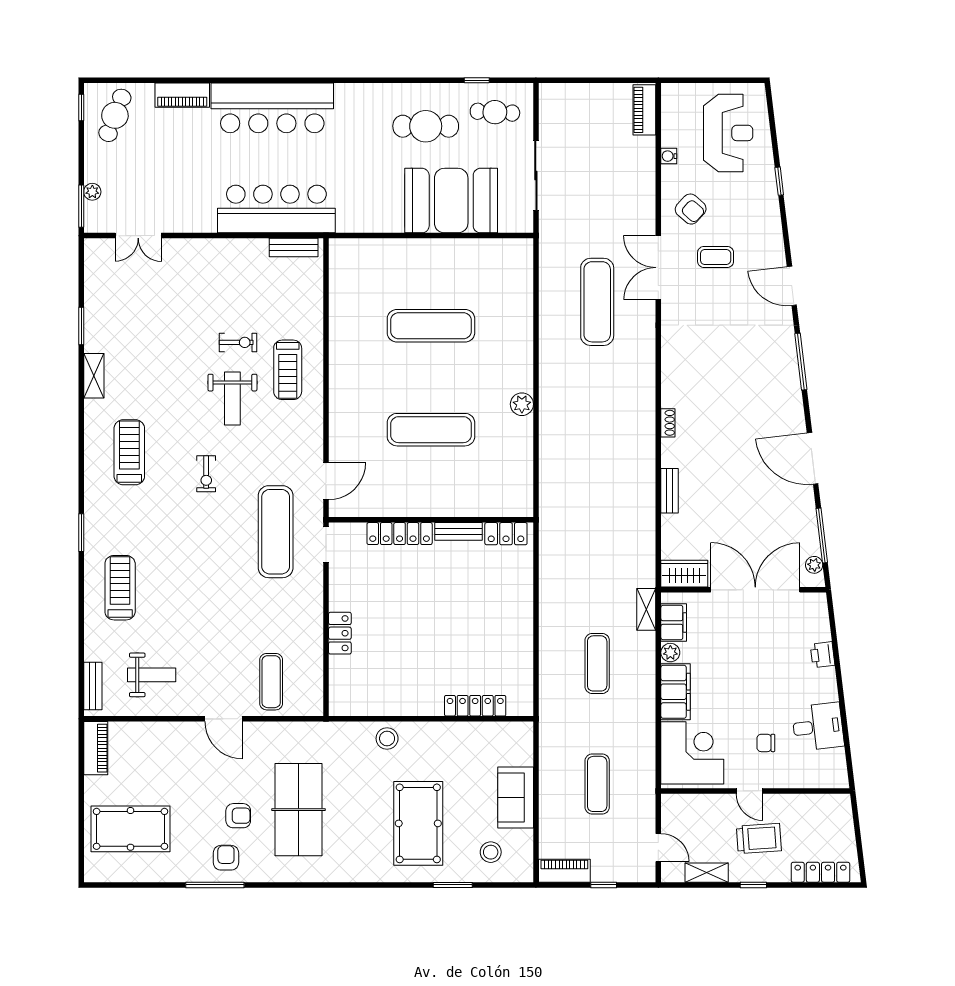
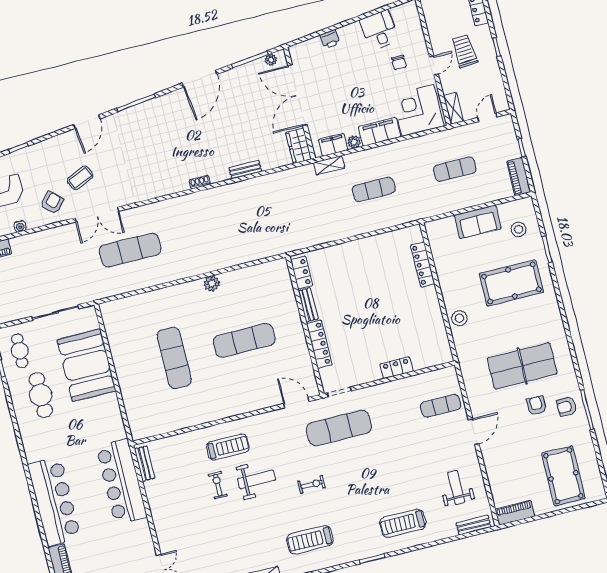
coffee table: (716, 257) -> (80, 178), turned 66
exercise mat: (431, 430) -> (244, 340), turned 90
shelving: (707, 873) -> (453, 108), moved

